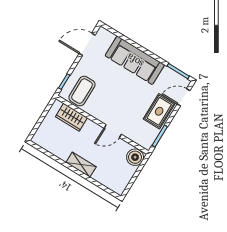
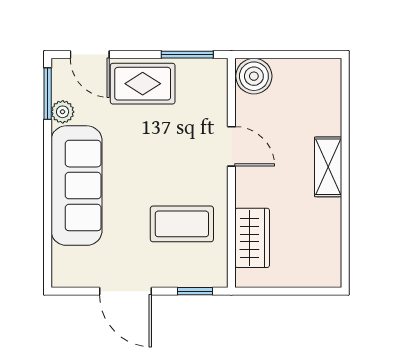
door: (87, 44) -> (125, 291), moved
plant: (167, 73) -> (63, 112), added
coffee table: (82, 91) -> (182, 224), moved

